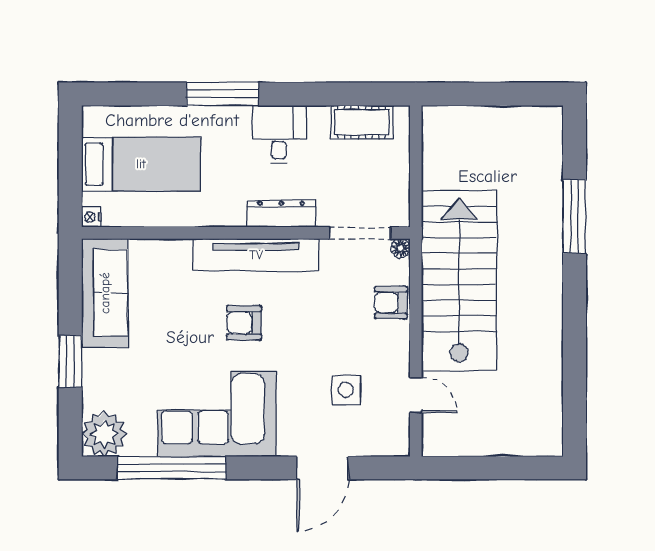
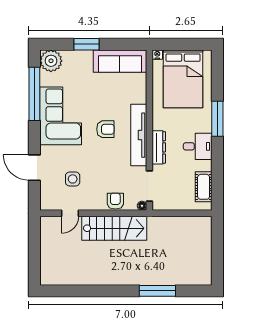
bed: (141, 164) -> (183, 79), width x1.50
stairs: (459, 281) -> (114, 228), width x0.73, depth x0.66
armchair: (244, 323) -> (105, 129), turned 90

